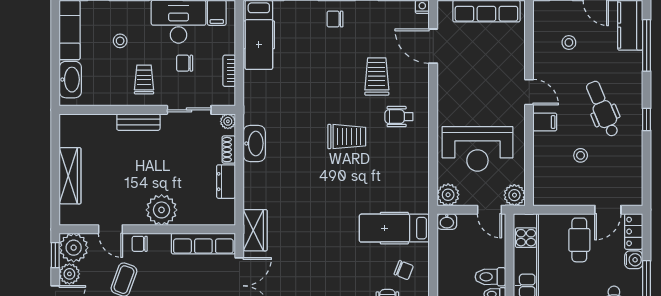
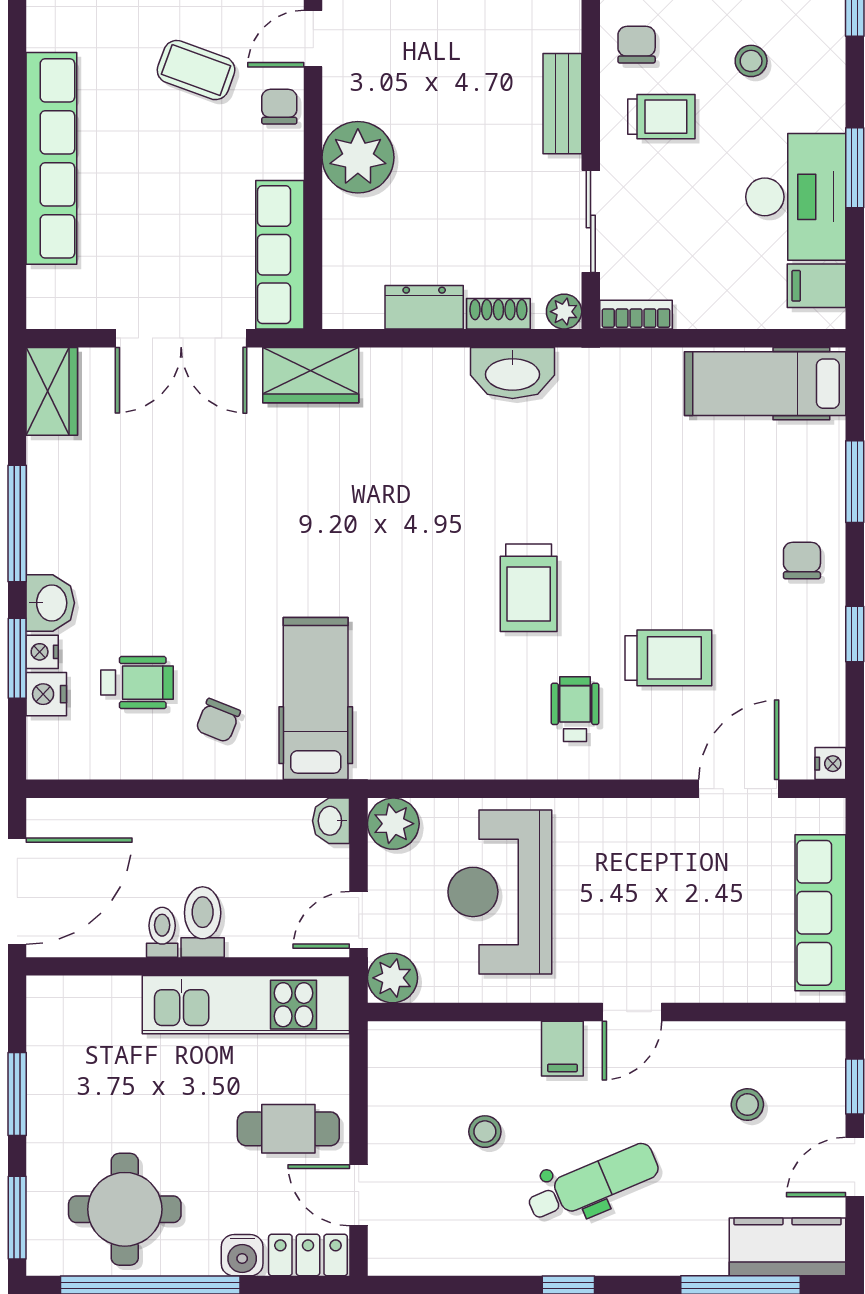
chair: (185, 63) -> (637, 45), moved
bookcase: (229, 71) -> (636, 315), moved

